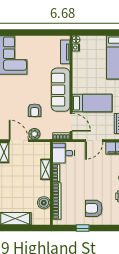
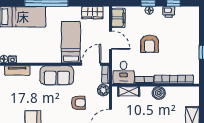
sofa: (61, 90) -> (57, 75), width x0.73
plant: (34, 134) -> (103, 90), moved
shelving: (45, 169) -> (129, 91), moved
boiler: (44, 203) -> (159, 93), moved
armchair: (94, 208) -> (150, 44), moved

